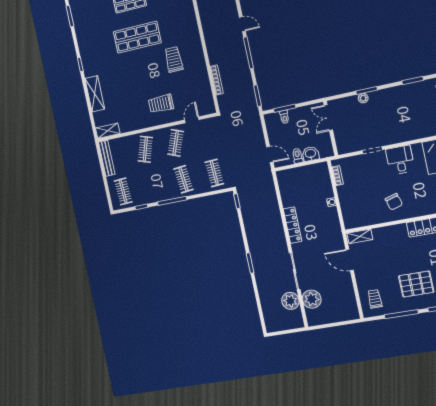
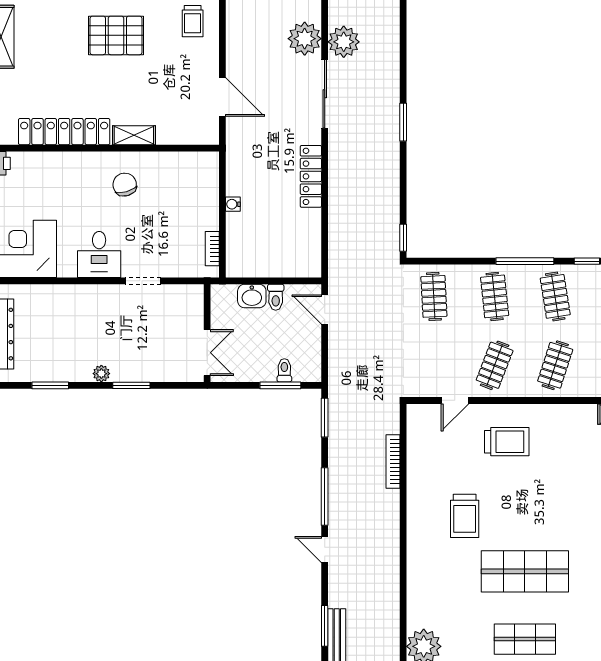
plant: (363, 98) -> (101, 374), moved
clothes rail: (153, 185) -> (555, 296), added
shelving: (360, 236) -> (134, 135), moved

